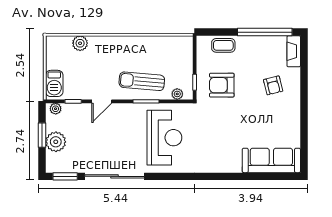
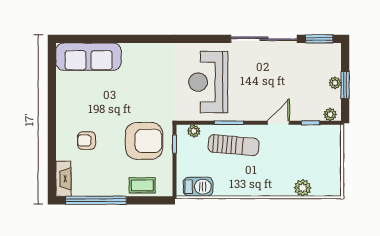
barbecue: (54, 83) -> (198, 187), moved, turned 90
armchair: (222, 85) -> (144, 141), width x1.36, depth x1.36
armchair: (273, 85) -> (87, 141), turned -76
plant: (56, 142) -> (335, 83), width x0.53, depth x0.53

